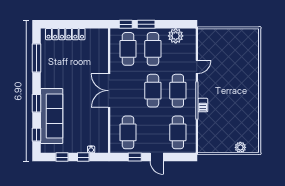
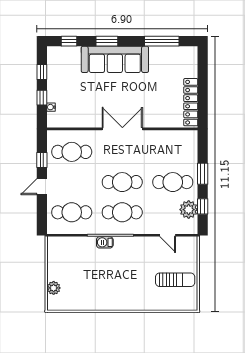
window: (126, 24) -> (203, 206), moved
locker: (65, 34) -> (191, 102), moved
sun lounger: (234, 47) -> (175, 280), added
cafe table: (128, 49) -> (173, 152), removed
door: (197, 67) -> (168, 235), moved
sofa: (52, 116) -> (115, 59), moved

